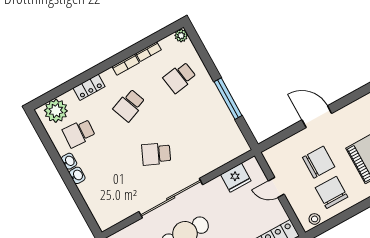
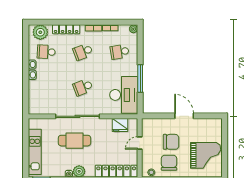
locker: (89, 87) -> (66, 29), width x1.53
desk: (218, 134) -> (124, 95), added
school desk: (156, 154) -> (83, 87), turned -45
door: (276, 187) -> (140, 143), hinge flipped

